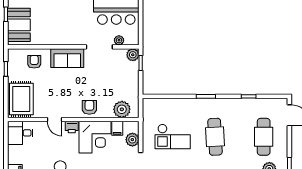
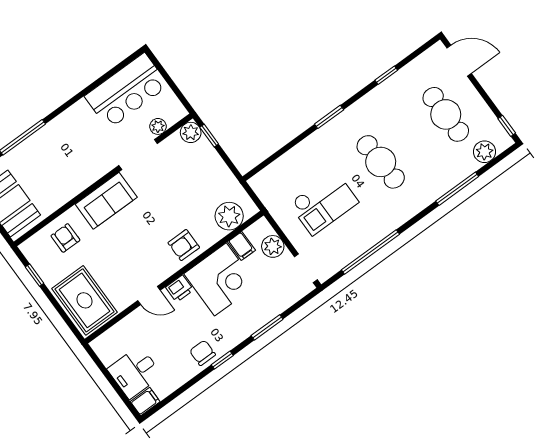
armchair: (89, 107) -> (184, 245), turned -90
desk: (20, 133) -> (135, 372), moved

